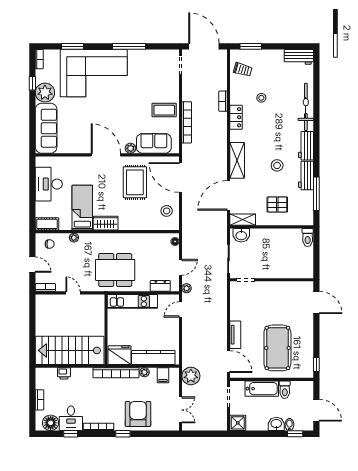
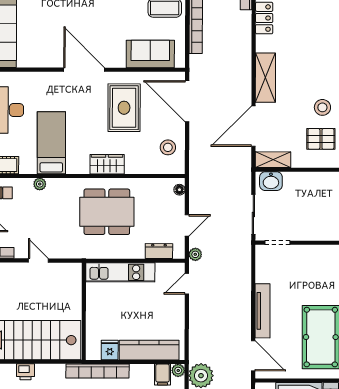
plant: (130, 148) -> (118, 61), removed
stool: (277, 165) -> (322, 107), moved
wardrobe: (106, 223) -> (107, 164), moved
dining table: (115, 270) -> (107, 212), moved
tv unit: (235, 335) -> (262, 311), width x1.41
fridge: (120, 355) -> (110, 350), width x0.53, depth x0.75
plant: (144, 372) -> (178, 370), moved

